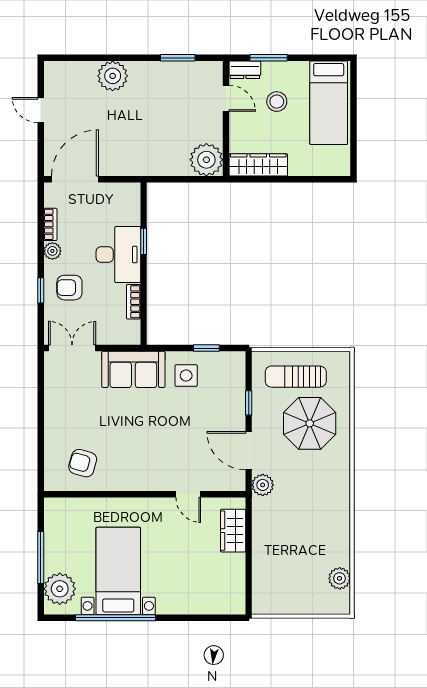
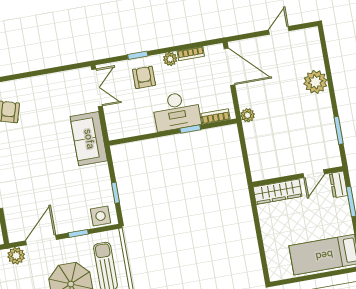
stool: (277, 102) -> (318, 214), removed
plant: (206, 160) -> (248, 115), moved, width x0.53, depth x0.53
wardrobe: (258, 165) -> (278, 192), moved, turned 90
bookcase: (134, 302) -> (216, 116), moved
side table: (186, 376) -> (101, 216), moved

